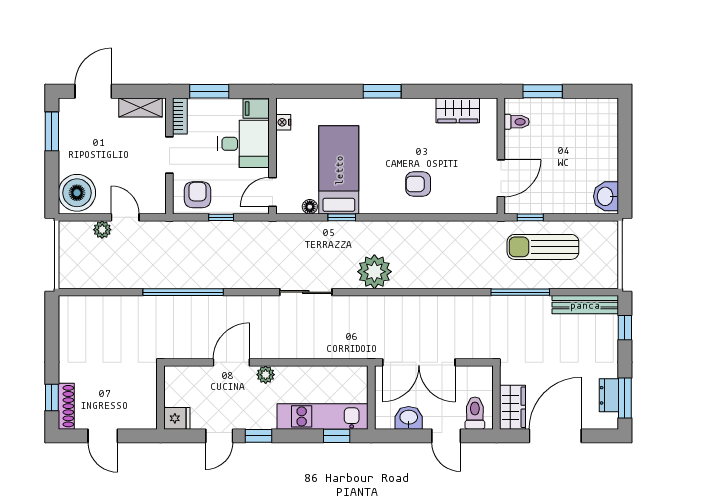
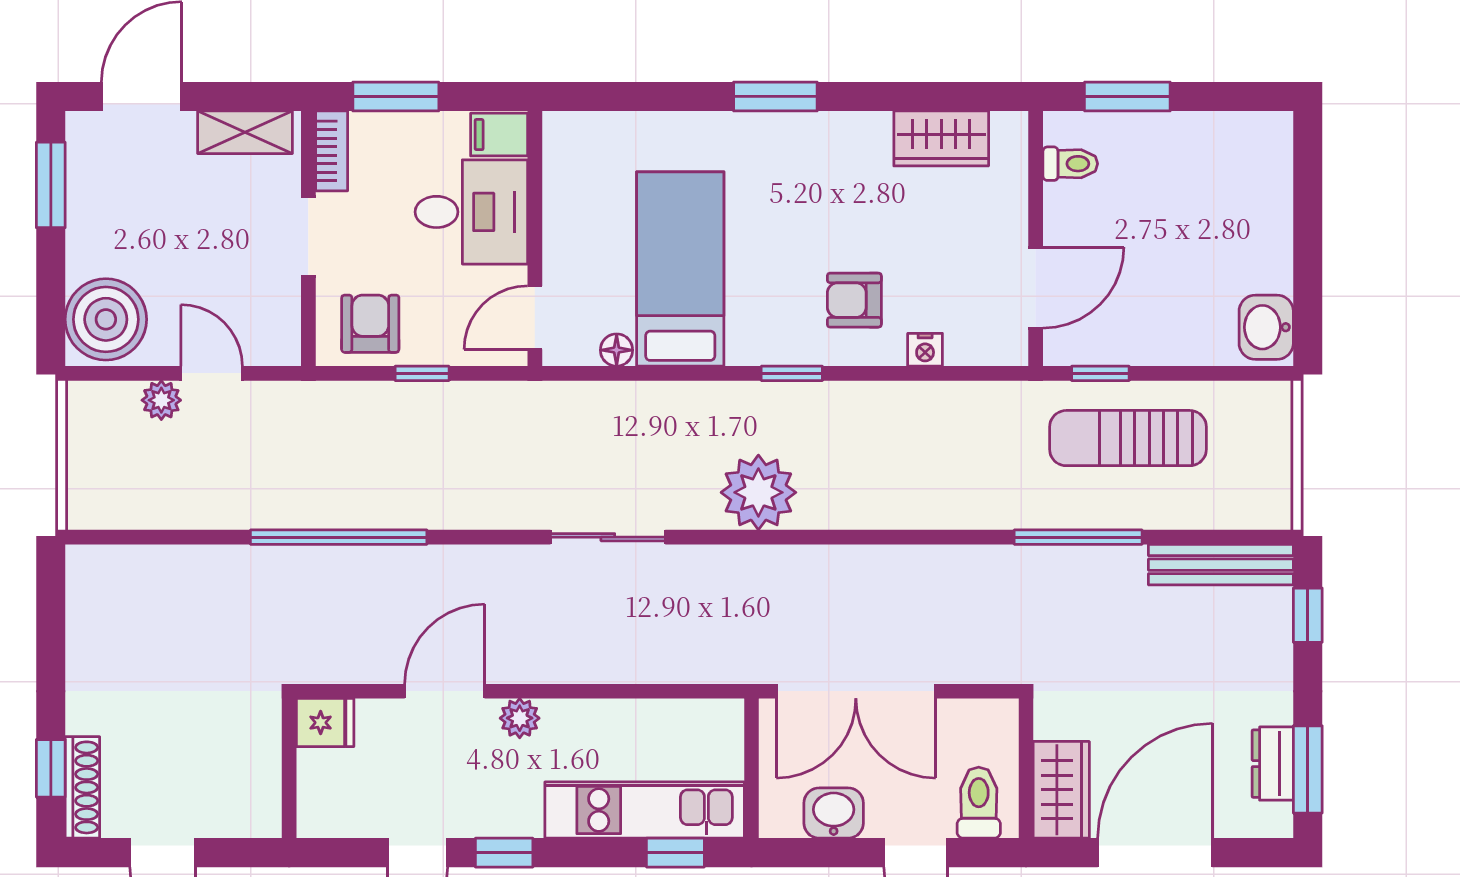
nightstand: (283, 122) -> (925, 350), moved, turned -90
window: (342, 217) -> (792, 373), moved
fridge: (177, 418) -> (325, 723), moved

